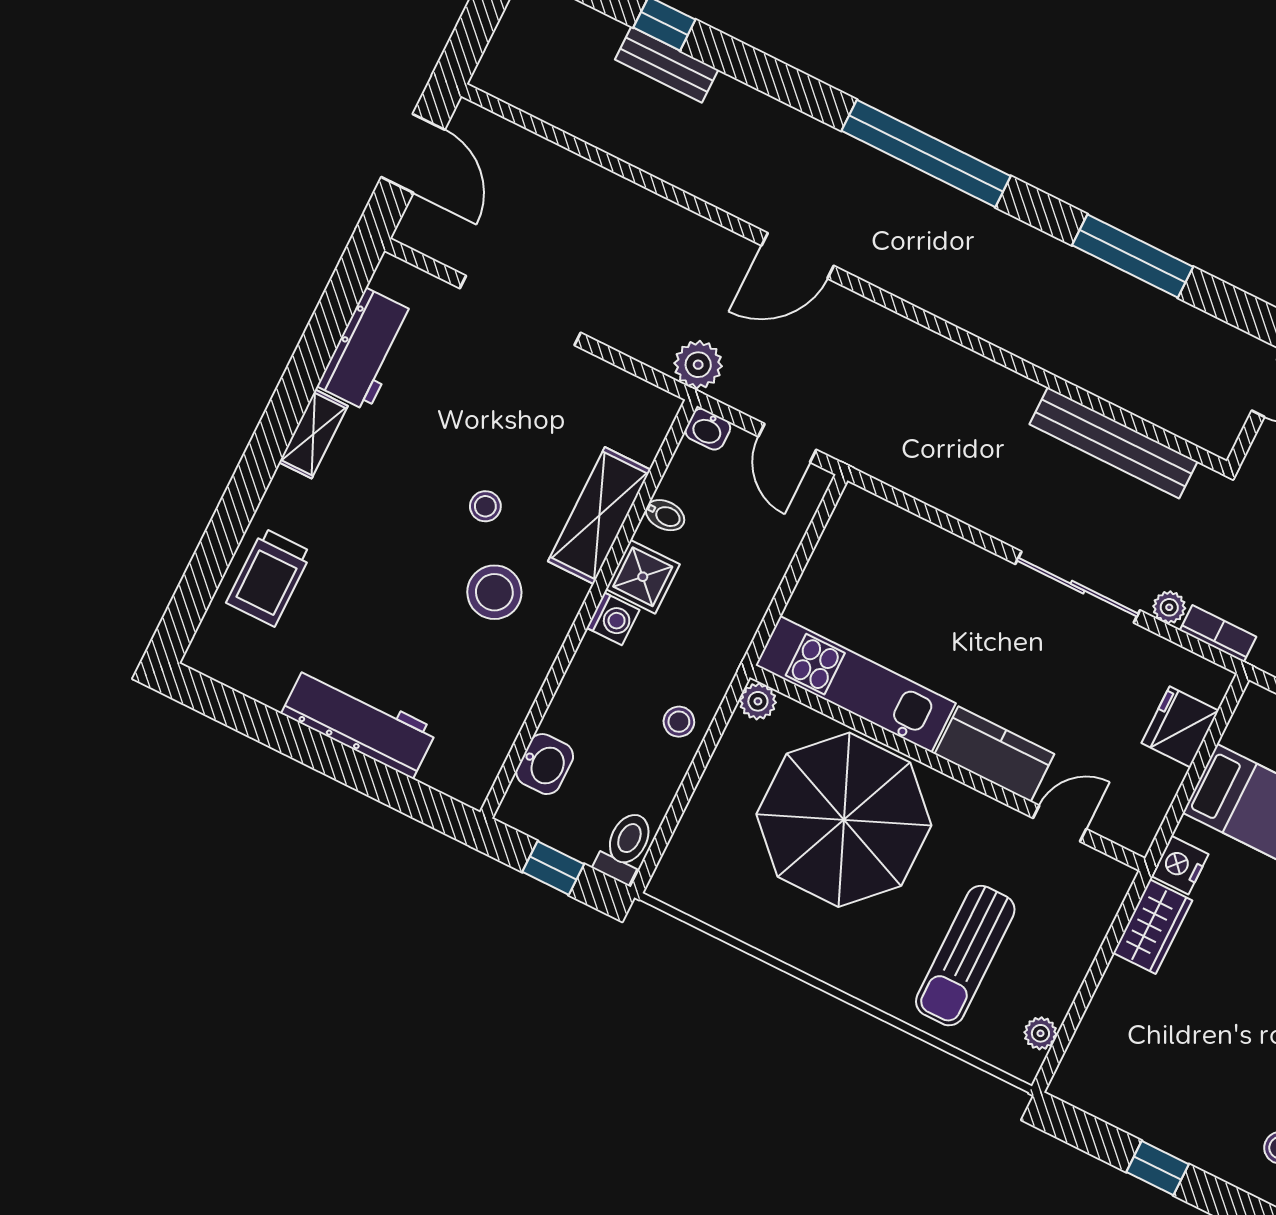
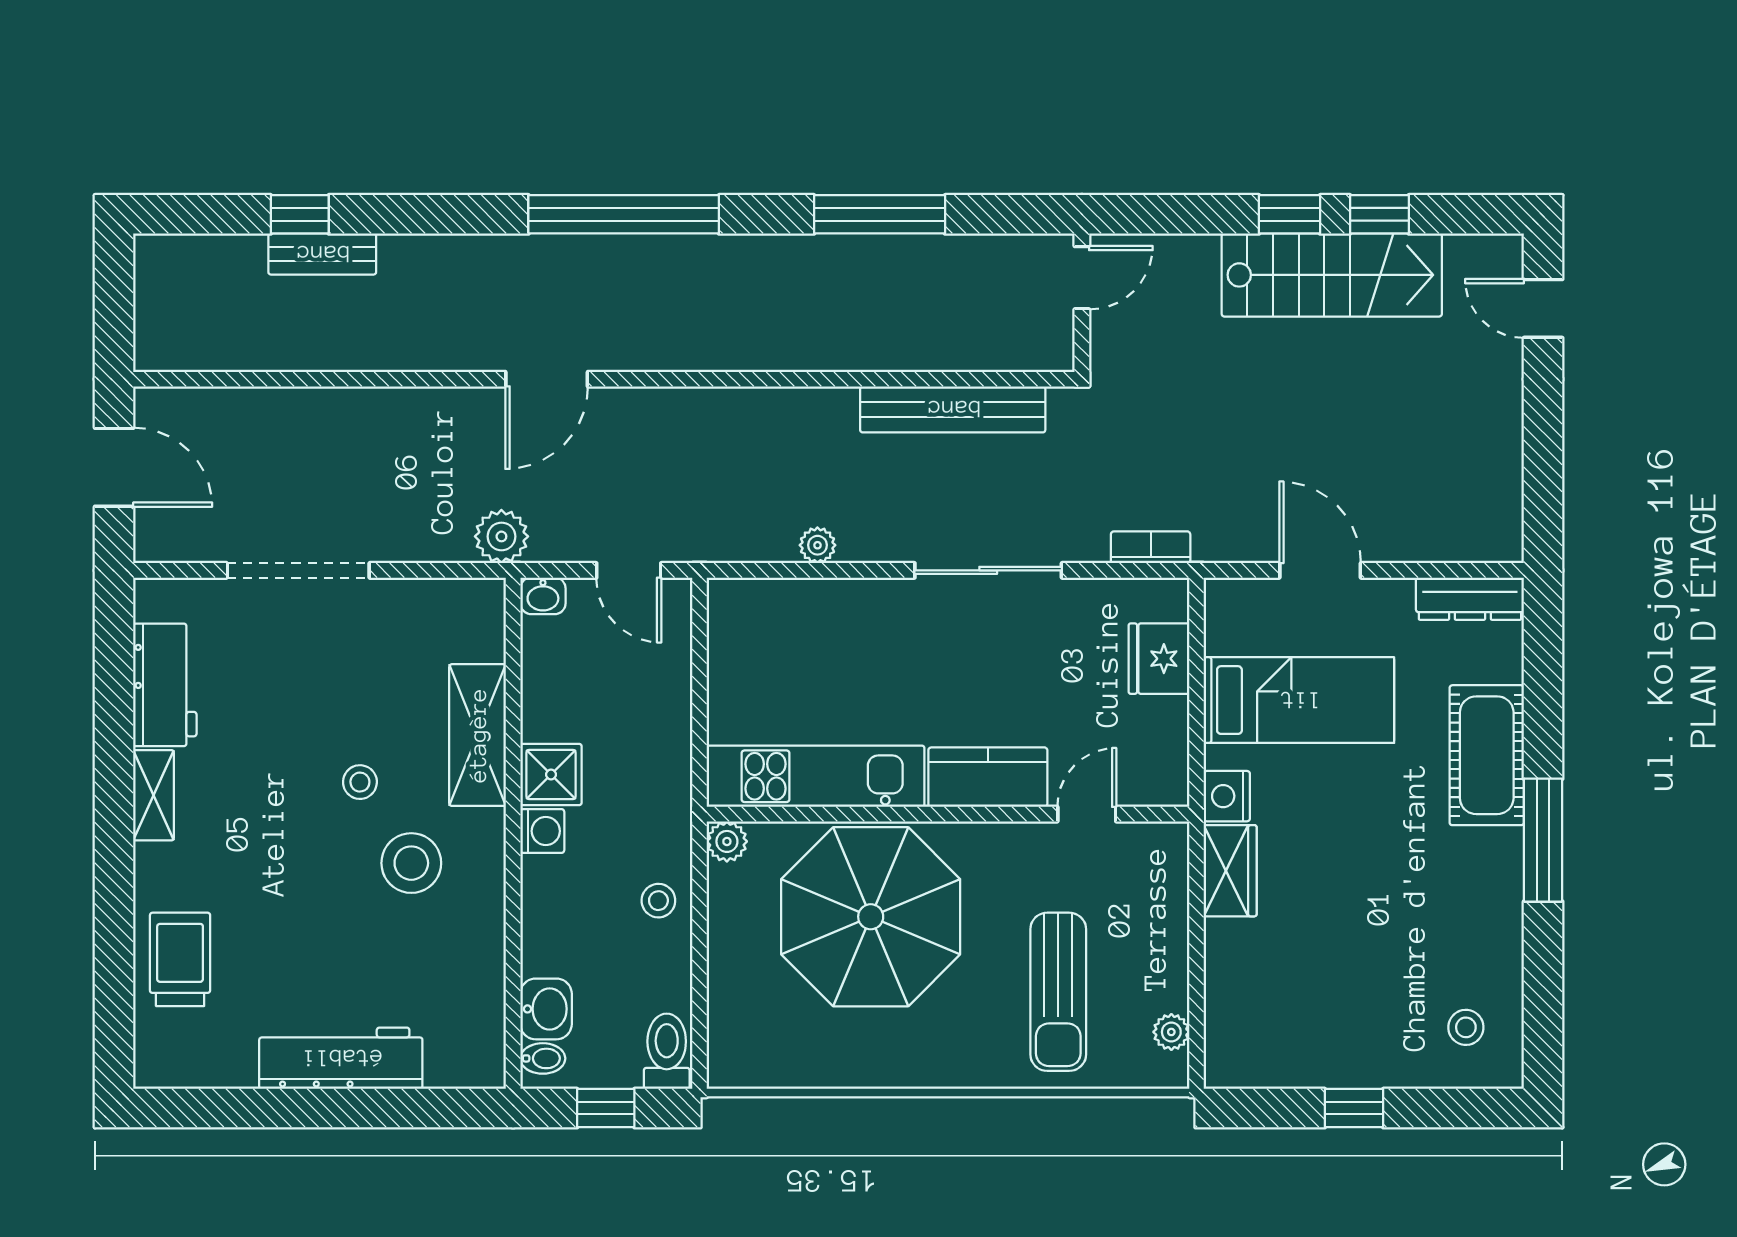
bidet: (665, 515) -> (543, 1058), moved
trolley: (269, 577) -> (180, 959), turned 180
plant: (1169, 607) -> (817, 545), moved

